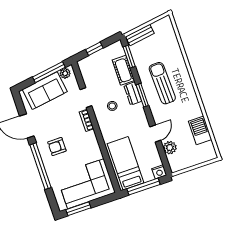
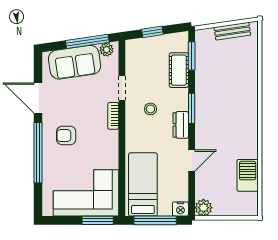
bench: (140, 35) -> (232, 31), moved
sun lounger: (162, 83) -> (221, 102), removed
dresser: (133, 93) -> (181, 125), moved
plant: (170, 148) -> (203, 208), moved
window: (78, 209) -> (98, 220), moved

